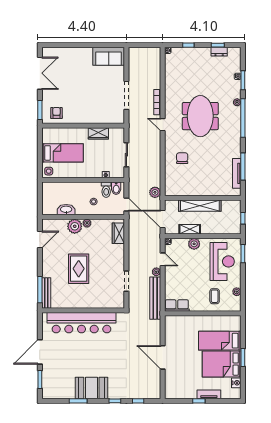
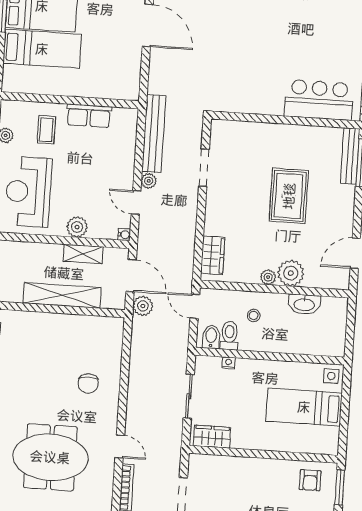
meeting table: (200, 116) -> (50, 457), turned 90
wardrobe: (98, 133) -> (212, 437), moved
plant: (155, 192) -> (143, 306), moved
row of seats: (177, 306) -> (89, 116), moved
bar counter: (81, 323) -> (319, 100), width x0.54

